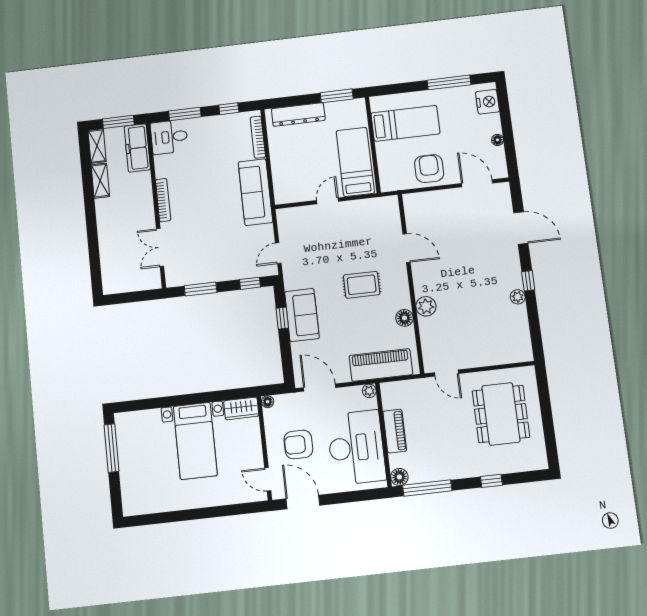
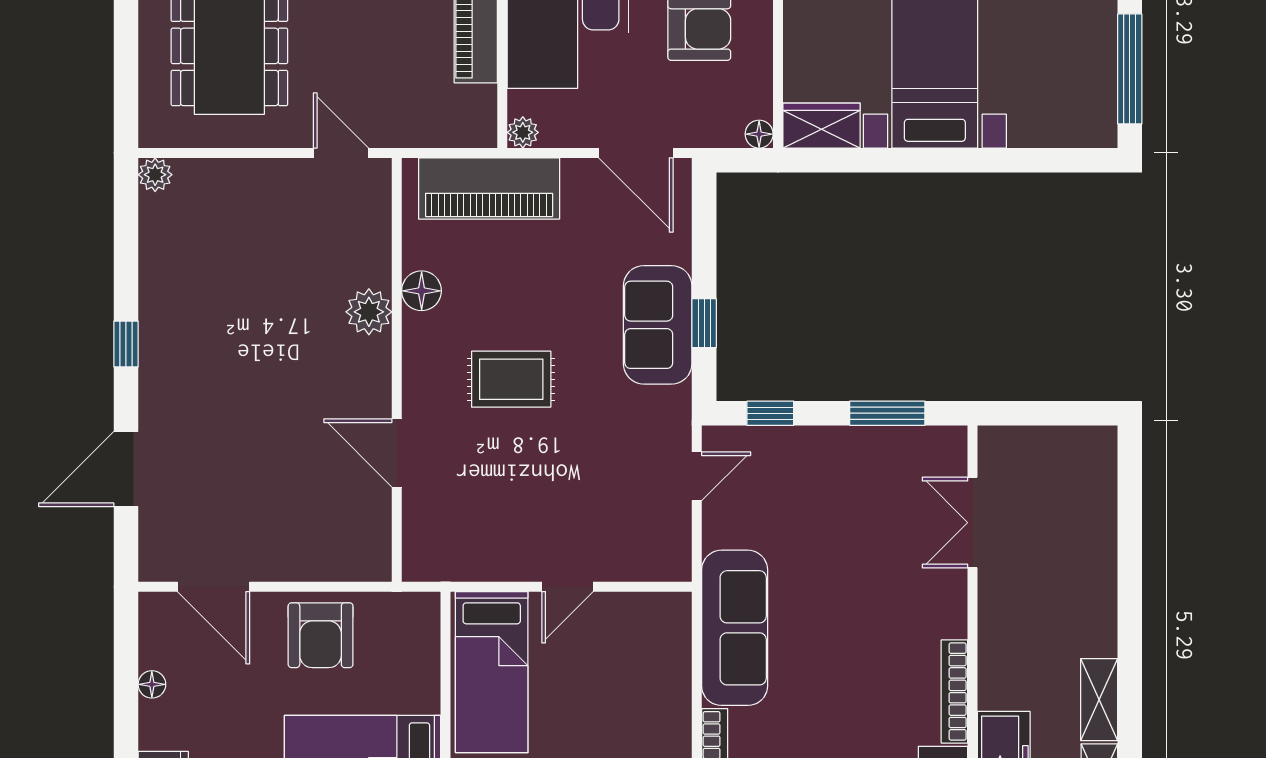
bookcase: (163, 200) -> (954, 692), moved
door: (521, 228) -> (126, 469), hinge flipped
double door: (160, 247) -> (973, 523), swing flipped
plant: (518, 297) -> (155, 175), moved

